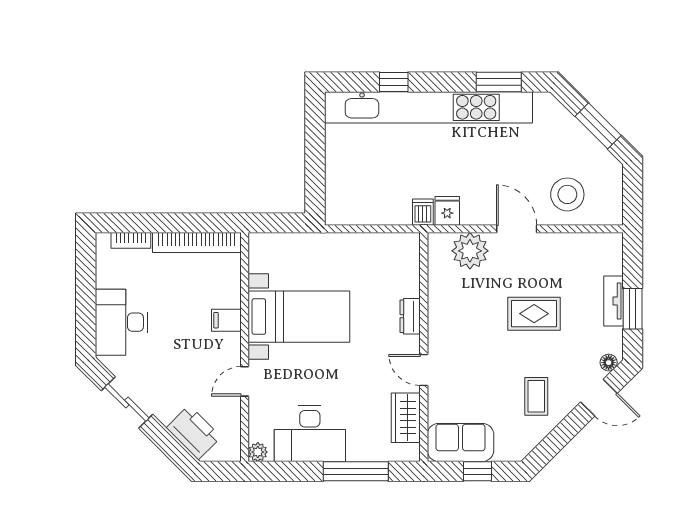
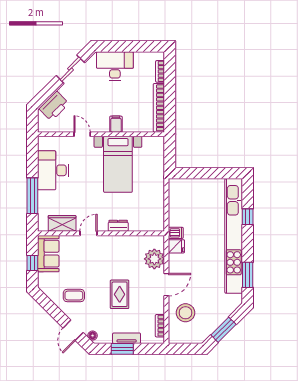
bookcase: (591, 241) -> (160, 326), added
plant: (258, 452) -> (43, 142), removed

